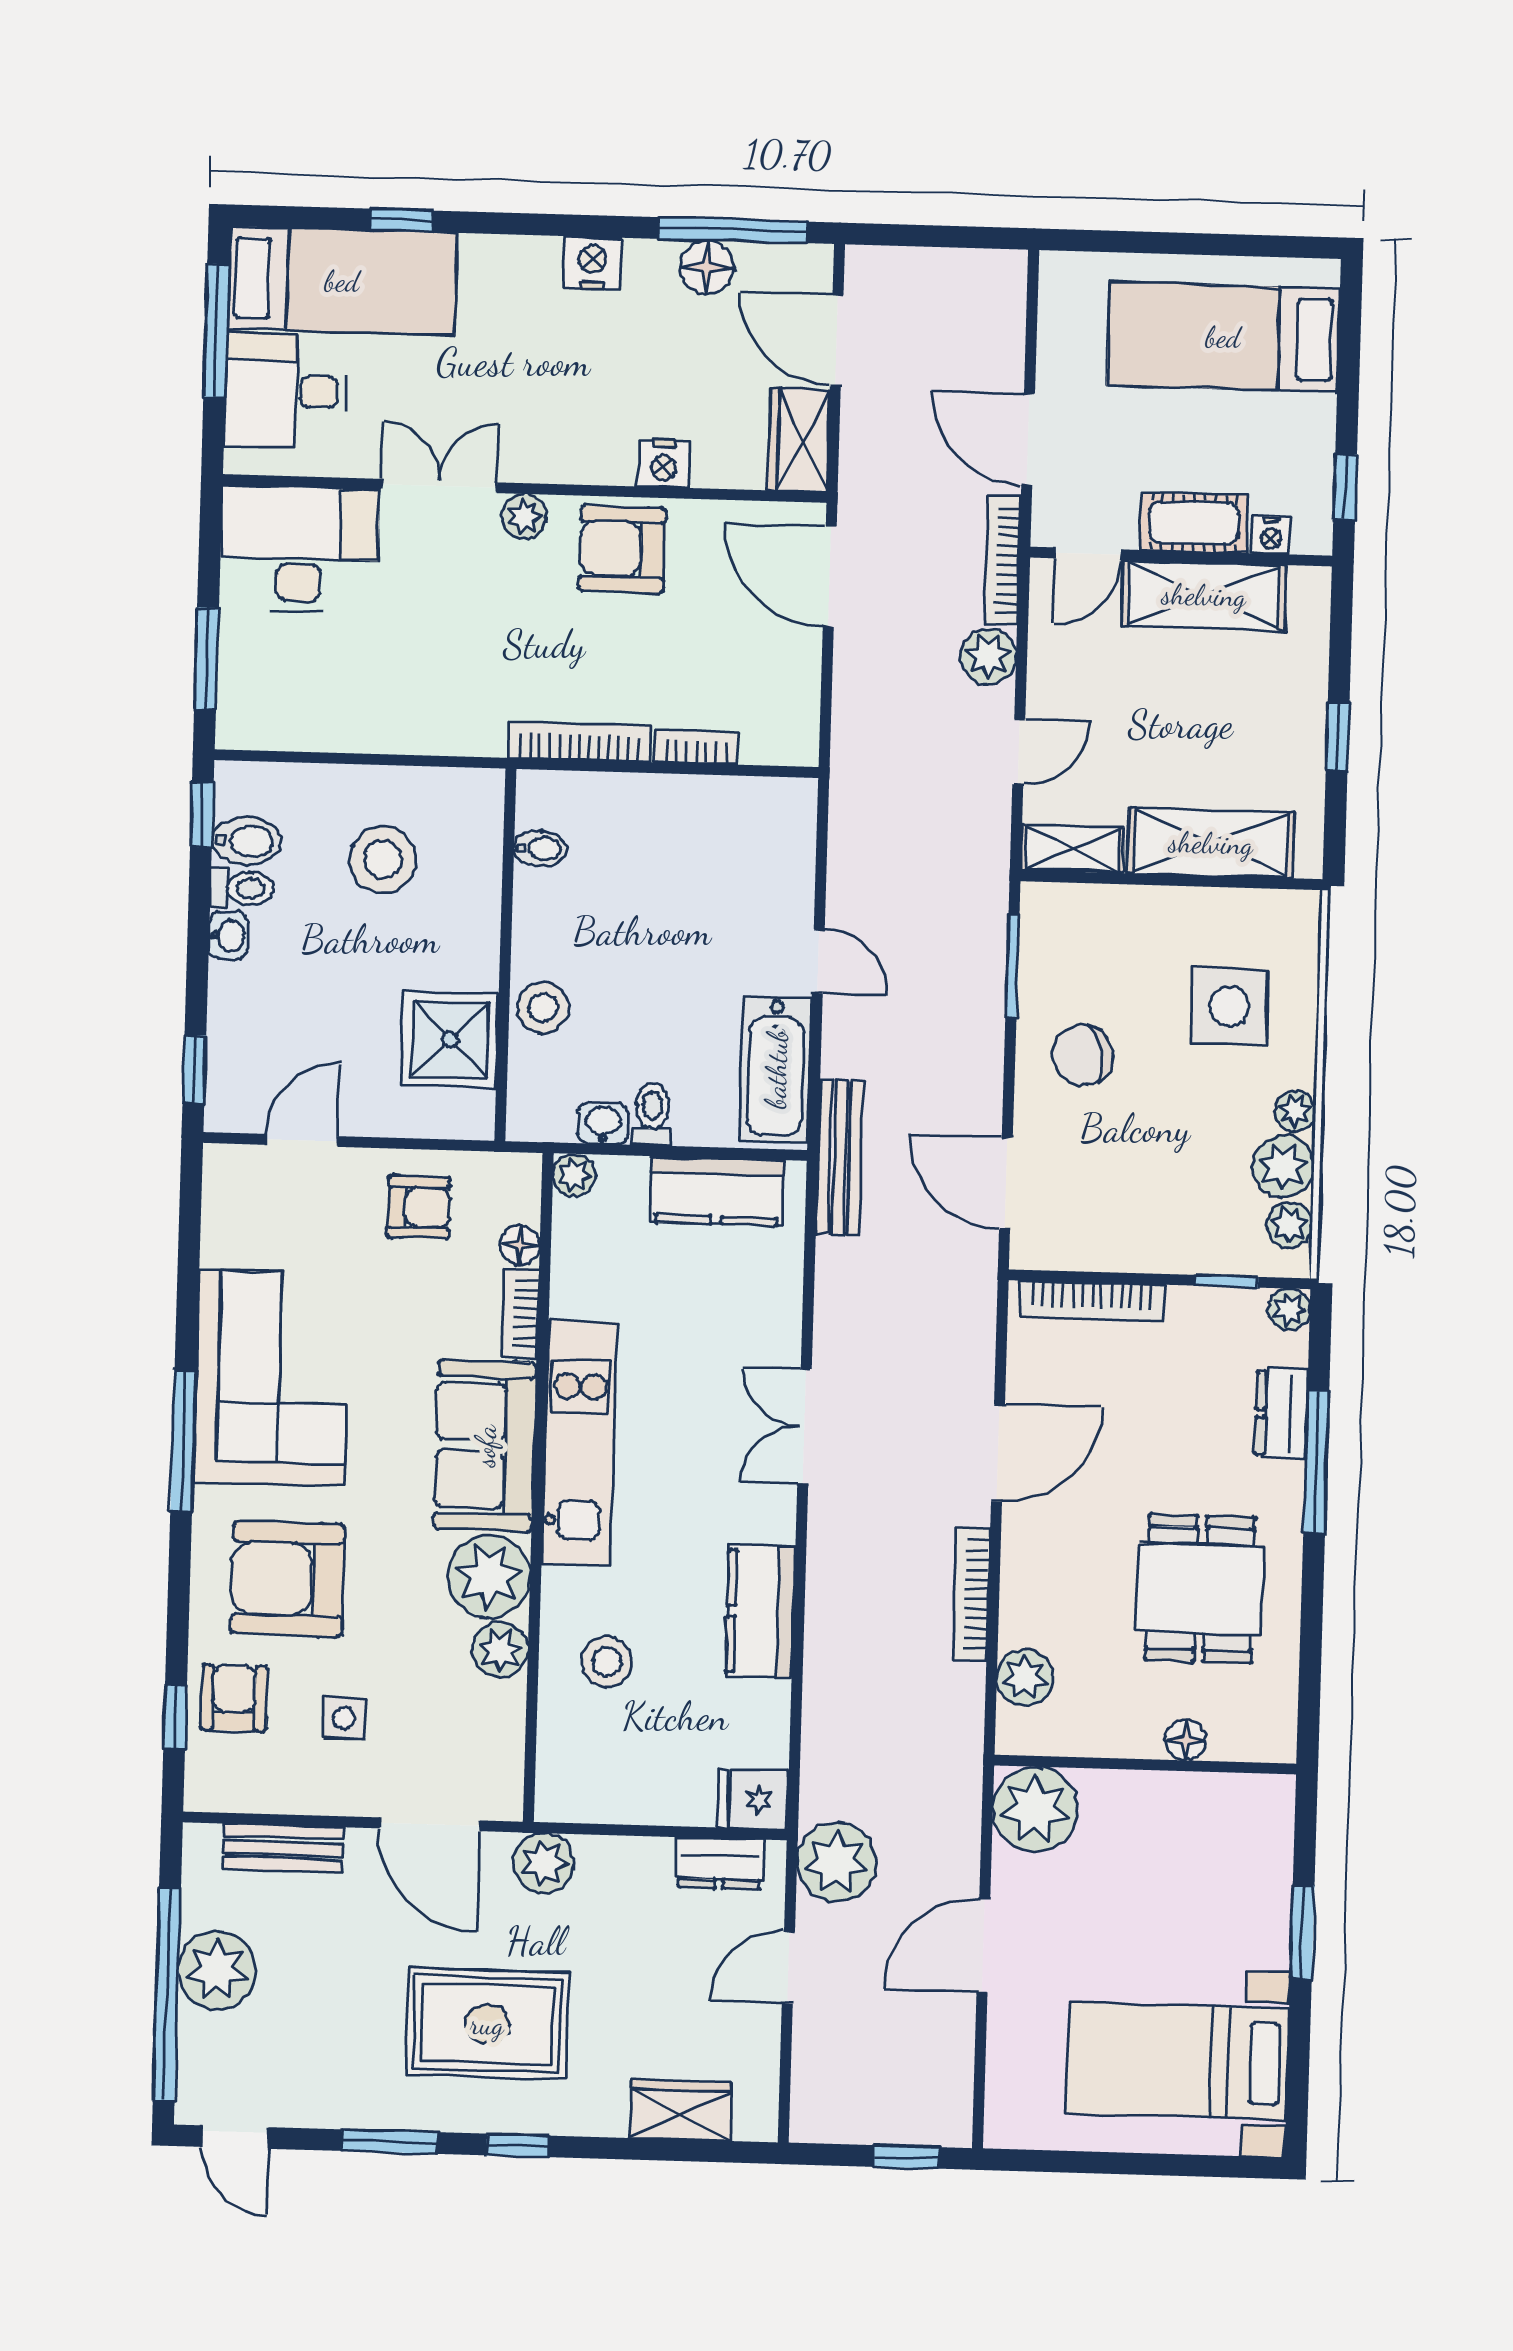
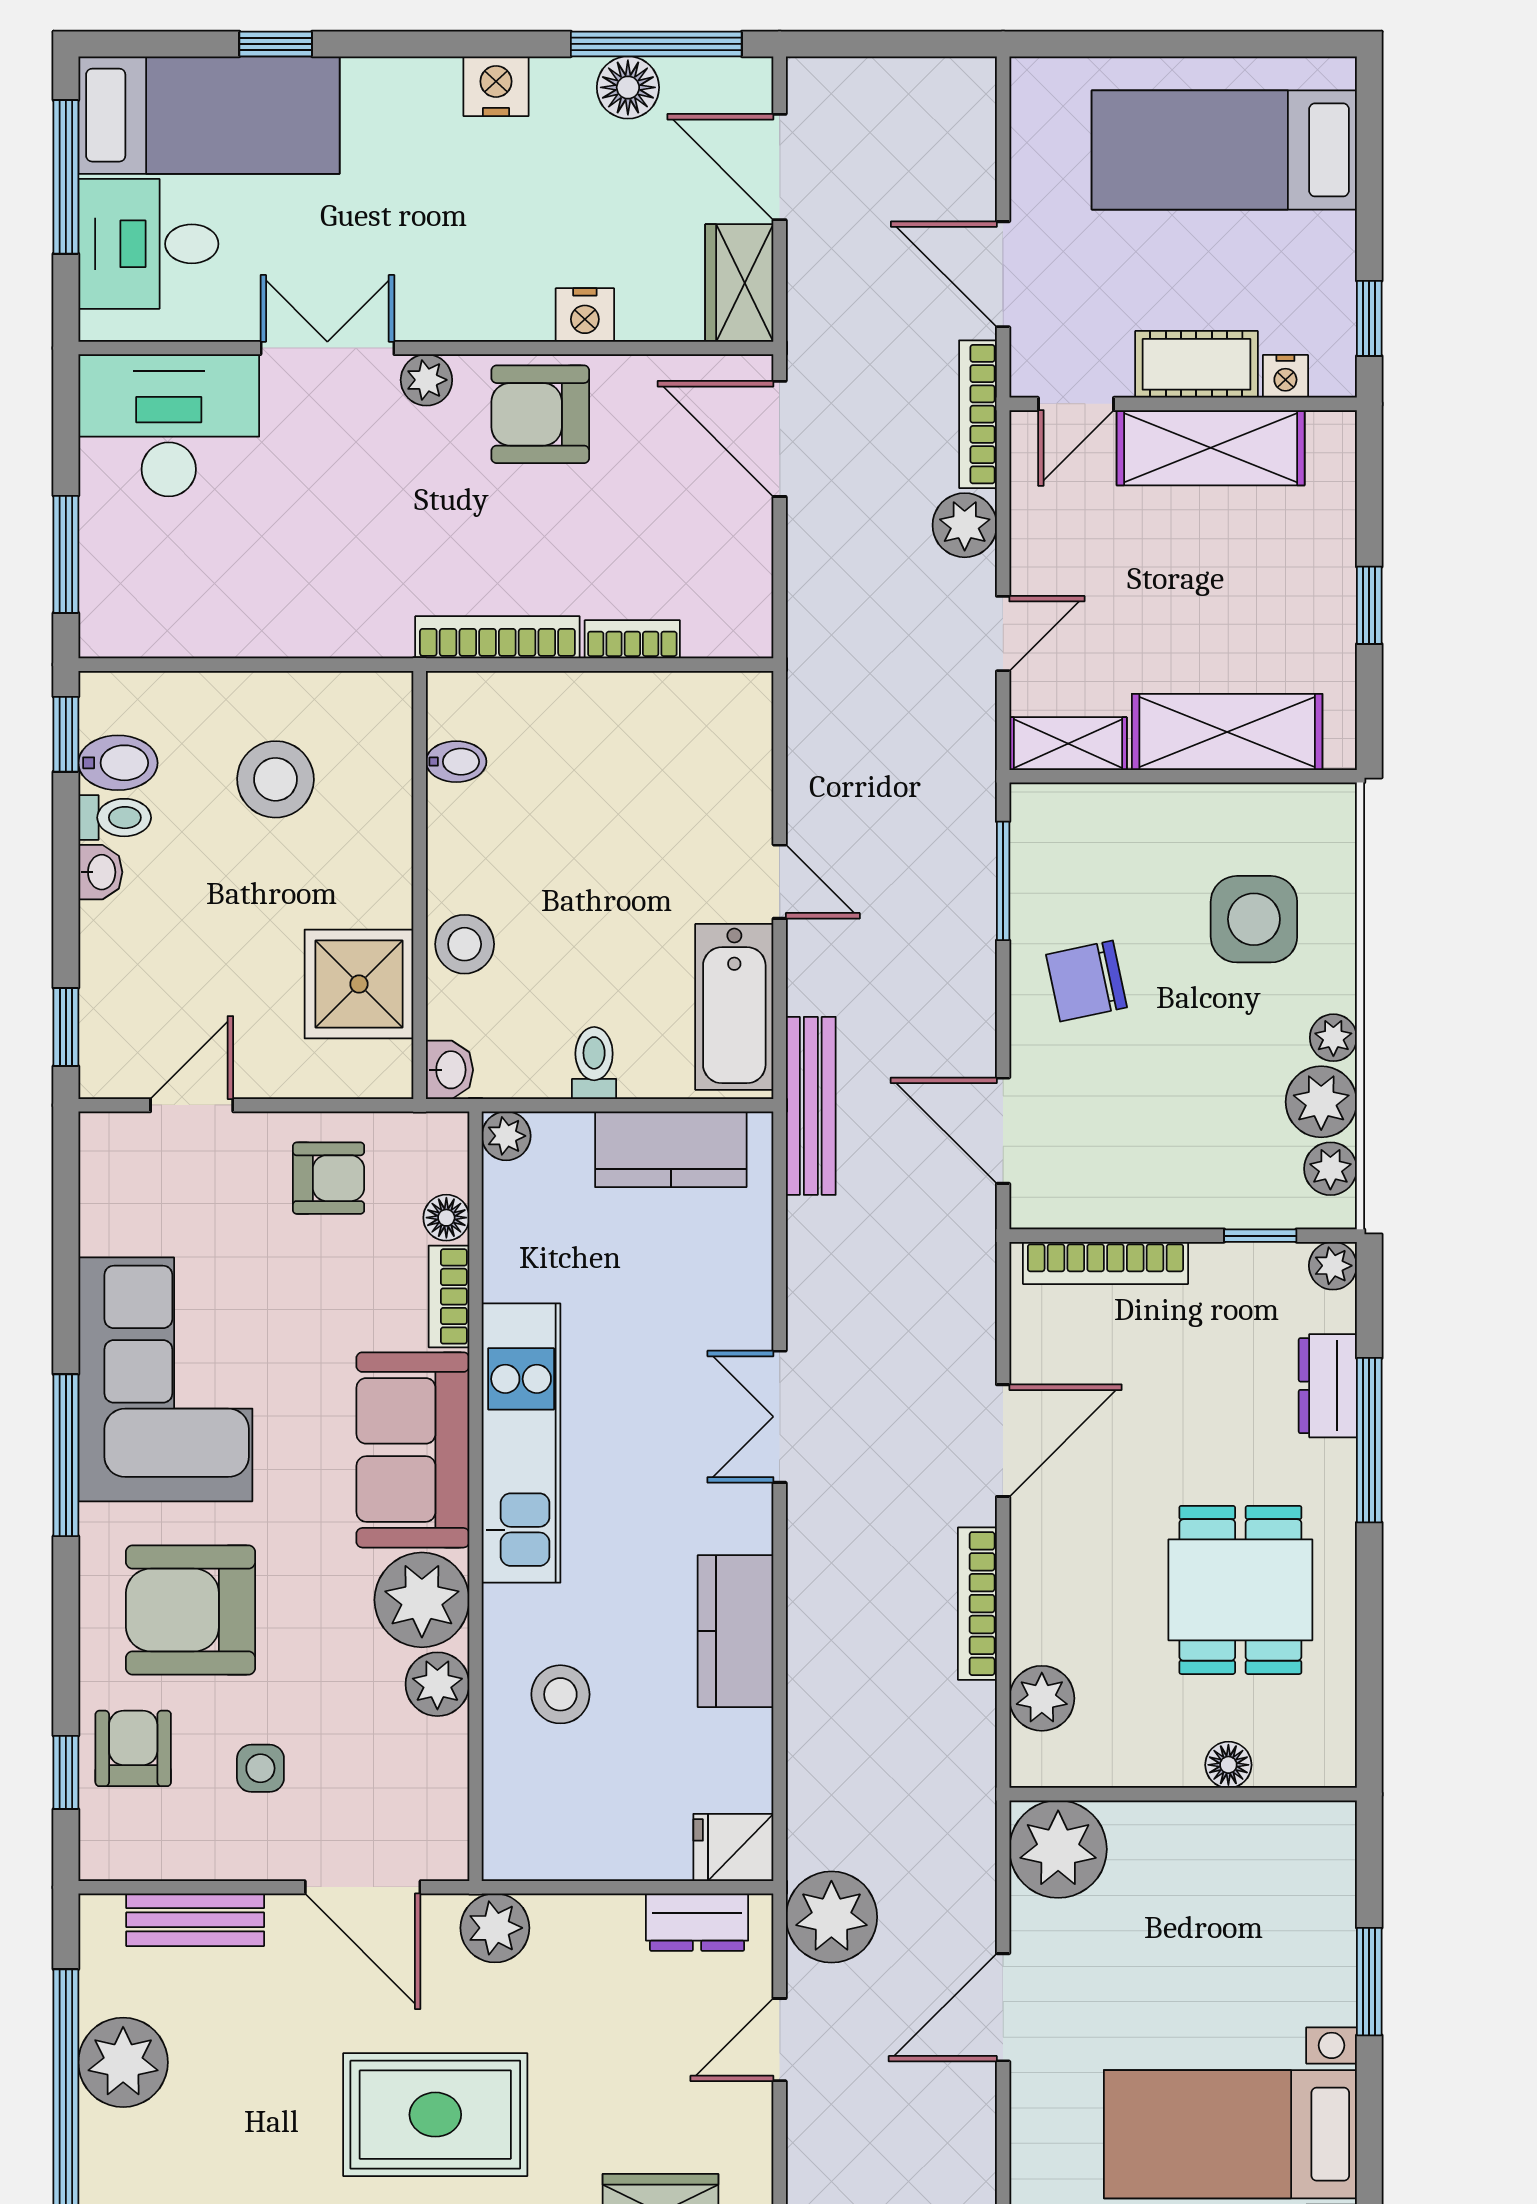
washbasin: (603, 1123) -> (450, 1070), moved, turned 90

